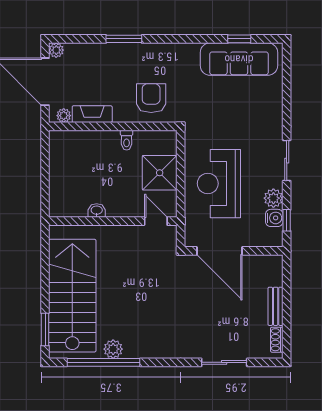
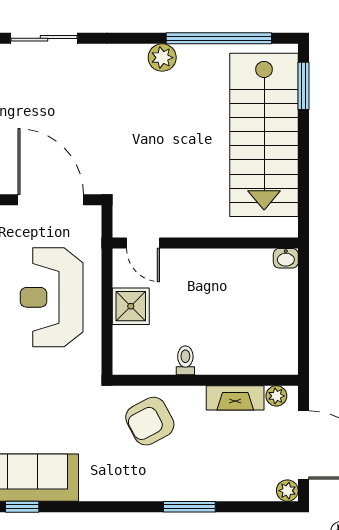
armchair: (151, 98) -> (150, 421), turned 62
shower: (160, 173) -> (131, 306), width x0.73, depth x0.73
reception desk: (219, 184) -> (52, 297), turned 180
washbasin: (97, 211) -> (286, 258), moved
plant: (113, 349) -> (162, 58), moved

